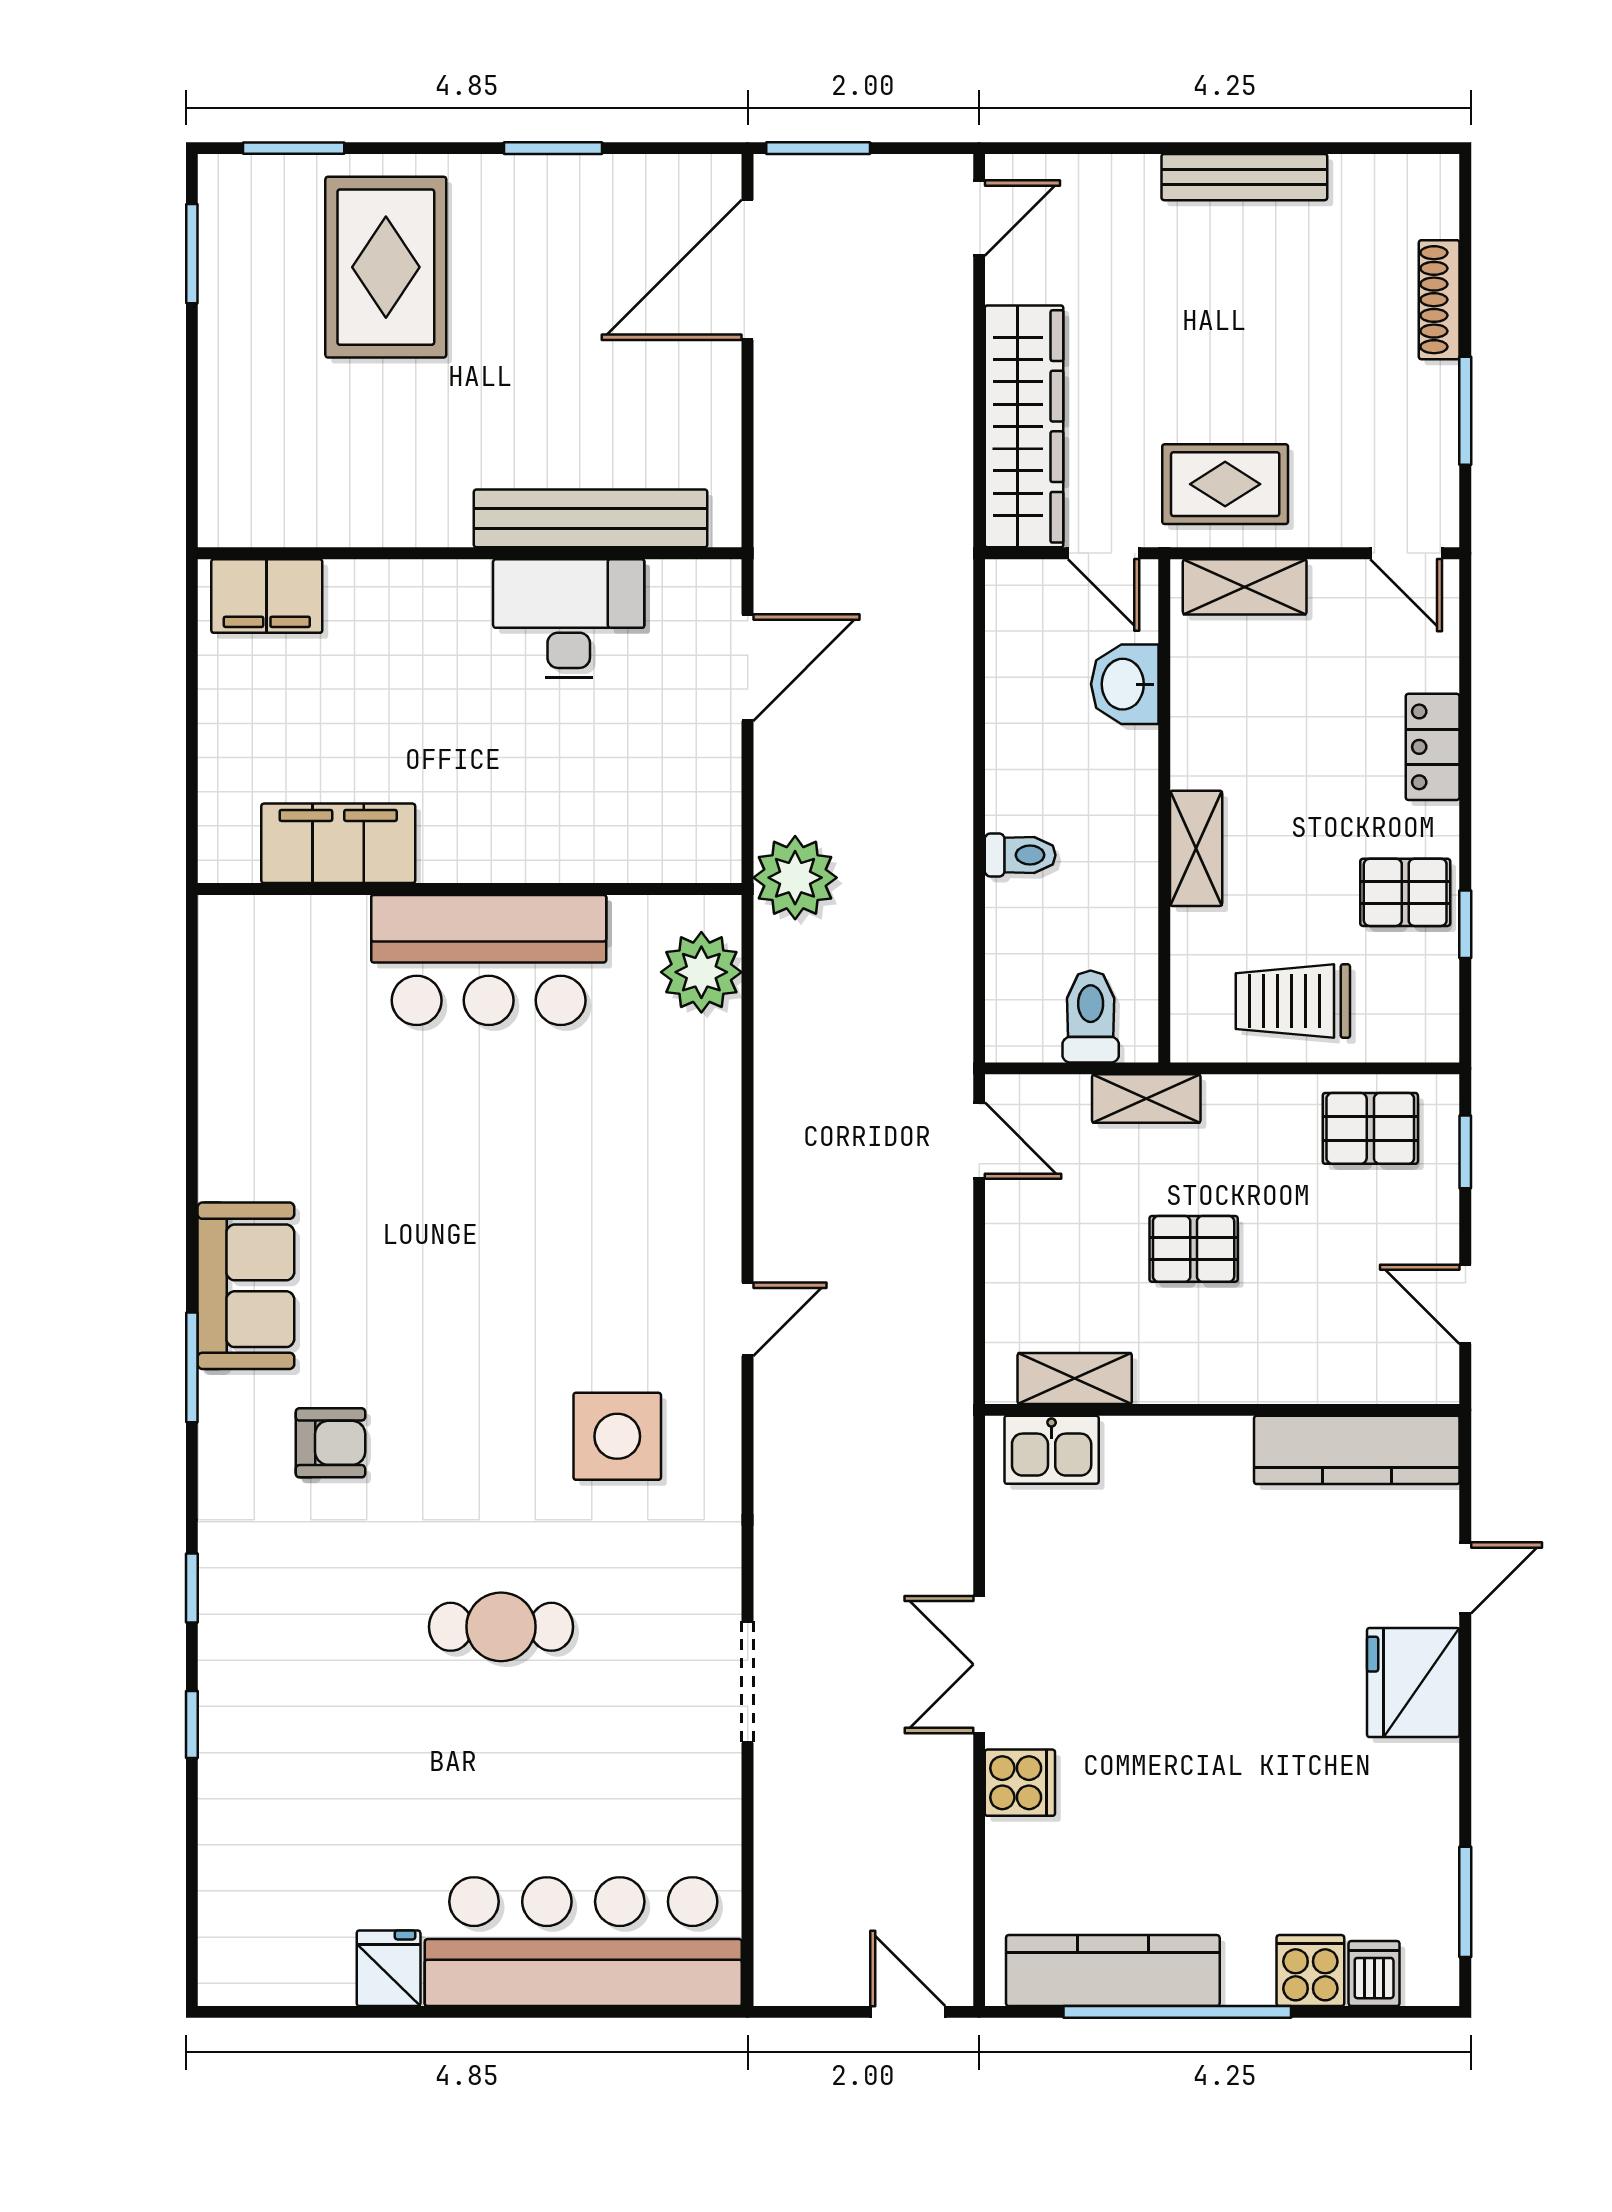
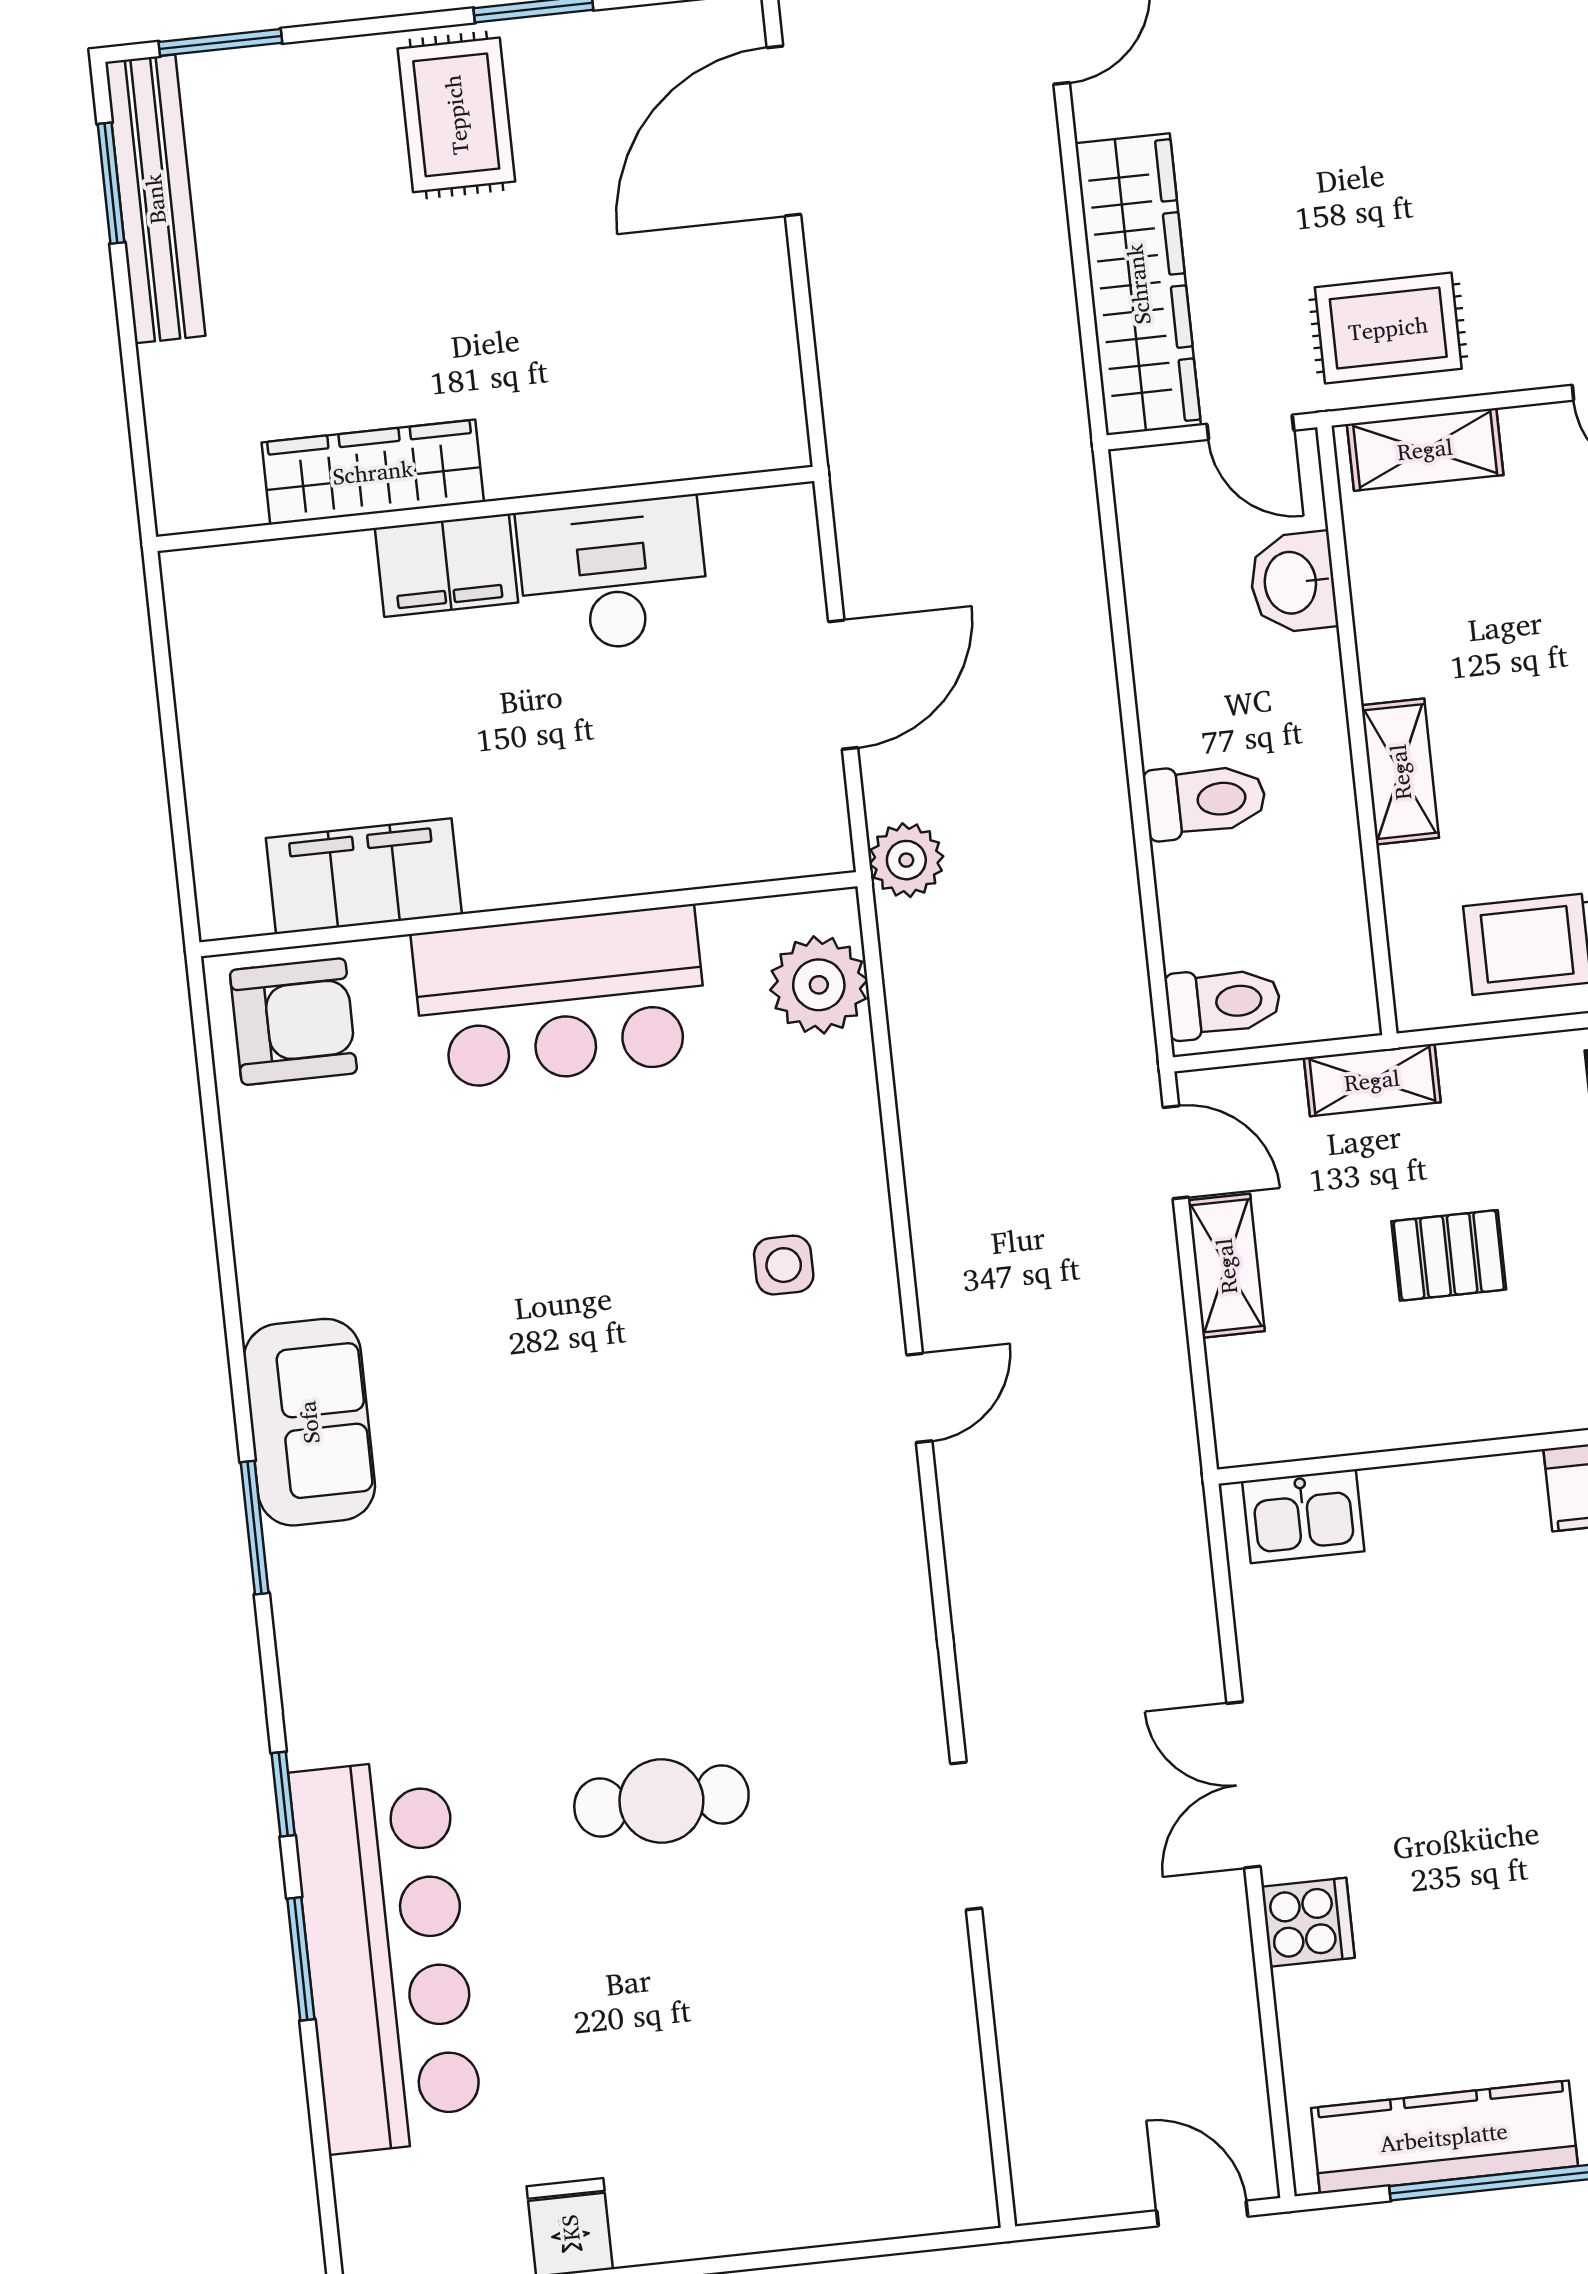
rug: (386, 267) -> (456, 115), moved, width x0.73, depth x0.70
wardrobe: (381, 513) -> (373, 472), added
bench: (591, 518) -> (155, 199), moved, turned 90
filing cabinet: (267, 596) -> (447, 565), moved
door: (748, 668) -> (843, 685), moved
toilet: (1020, 855) -> (1205, 800), width x1.37, depth x1.39
plant: (795, 878) -> (906, 860), width x0.73, depth x0.73
toilet: (1091, 1017) -> (1223, 1002), moved, turned 90
shelving: (1075, 1378) -> (1226, 1266), moved, turned 90
side table: (617, 1436) -> (784, 1265), moved, width x0.54, depth x0.54
armchair: (330, 1443) -> (293, 1022), moved, width x1.38, depth x1.38
window: (192, 1725) -> (301, 1959), width x1.50
bar counter: (583, 1942) -> (386, 1955), moved, turned 90

